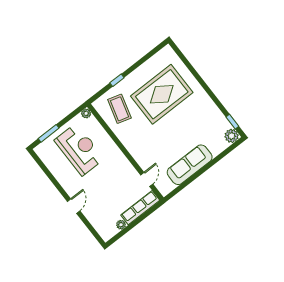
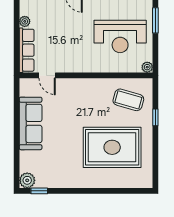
rug: (162, 94) -> (112, 147), turned 90

